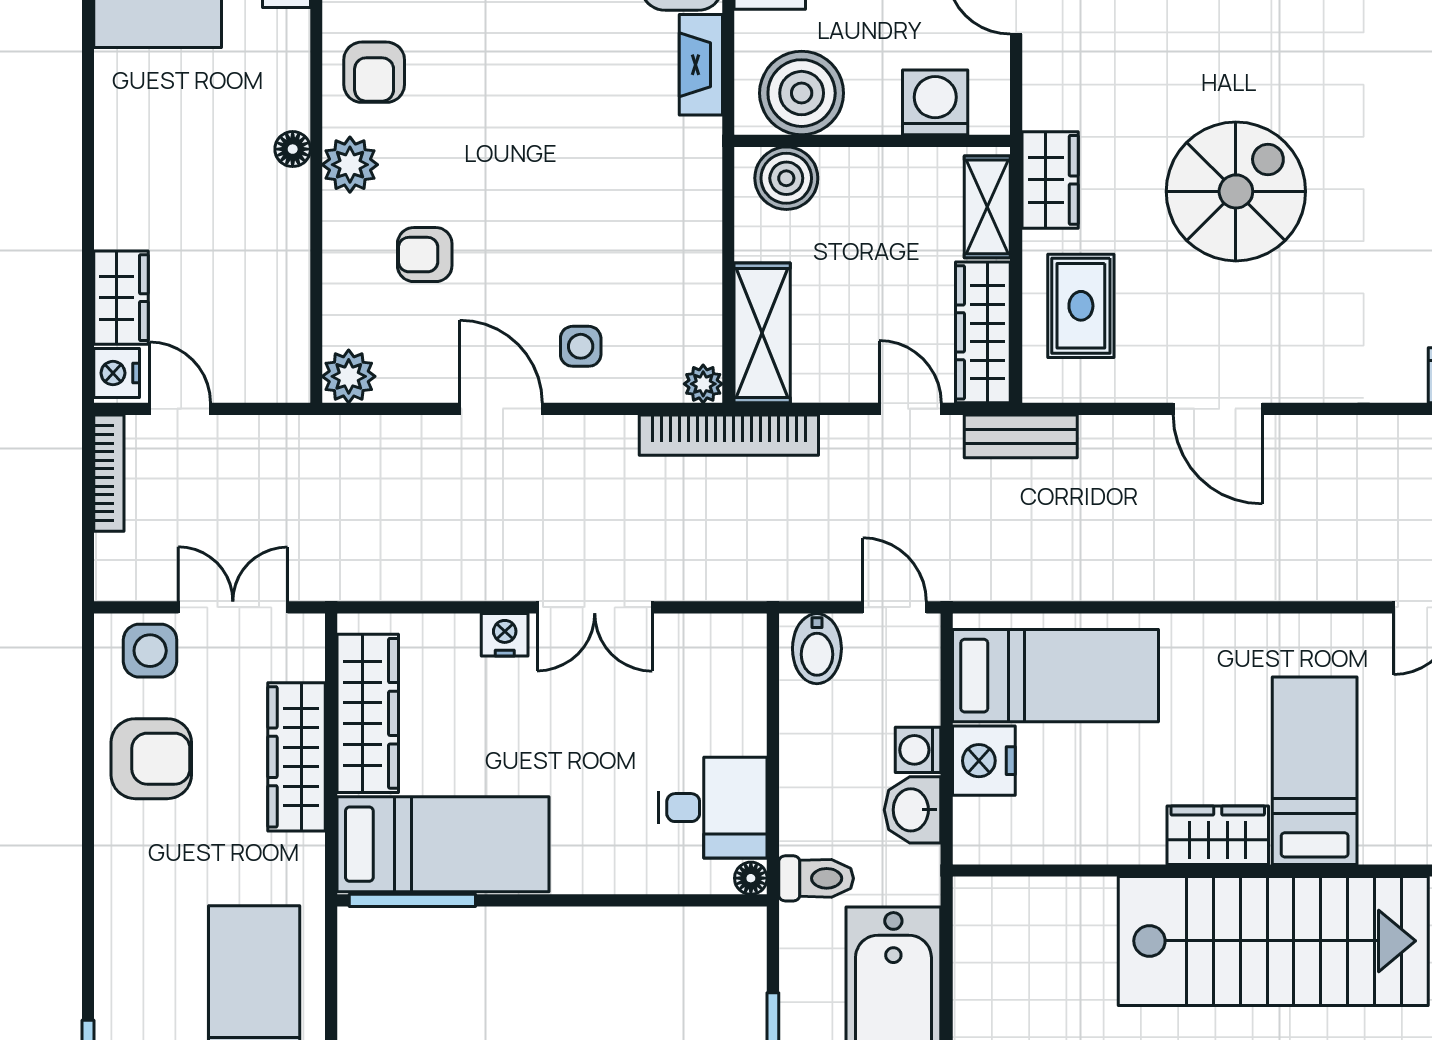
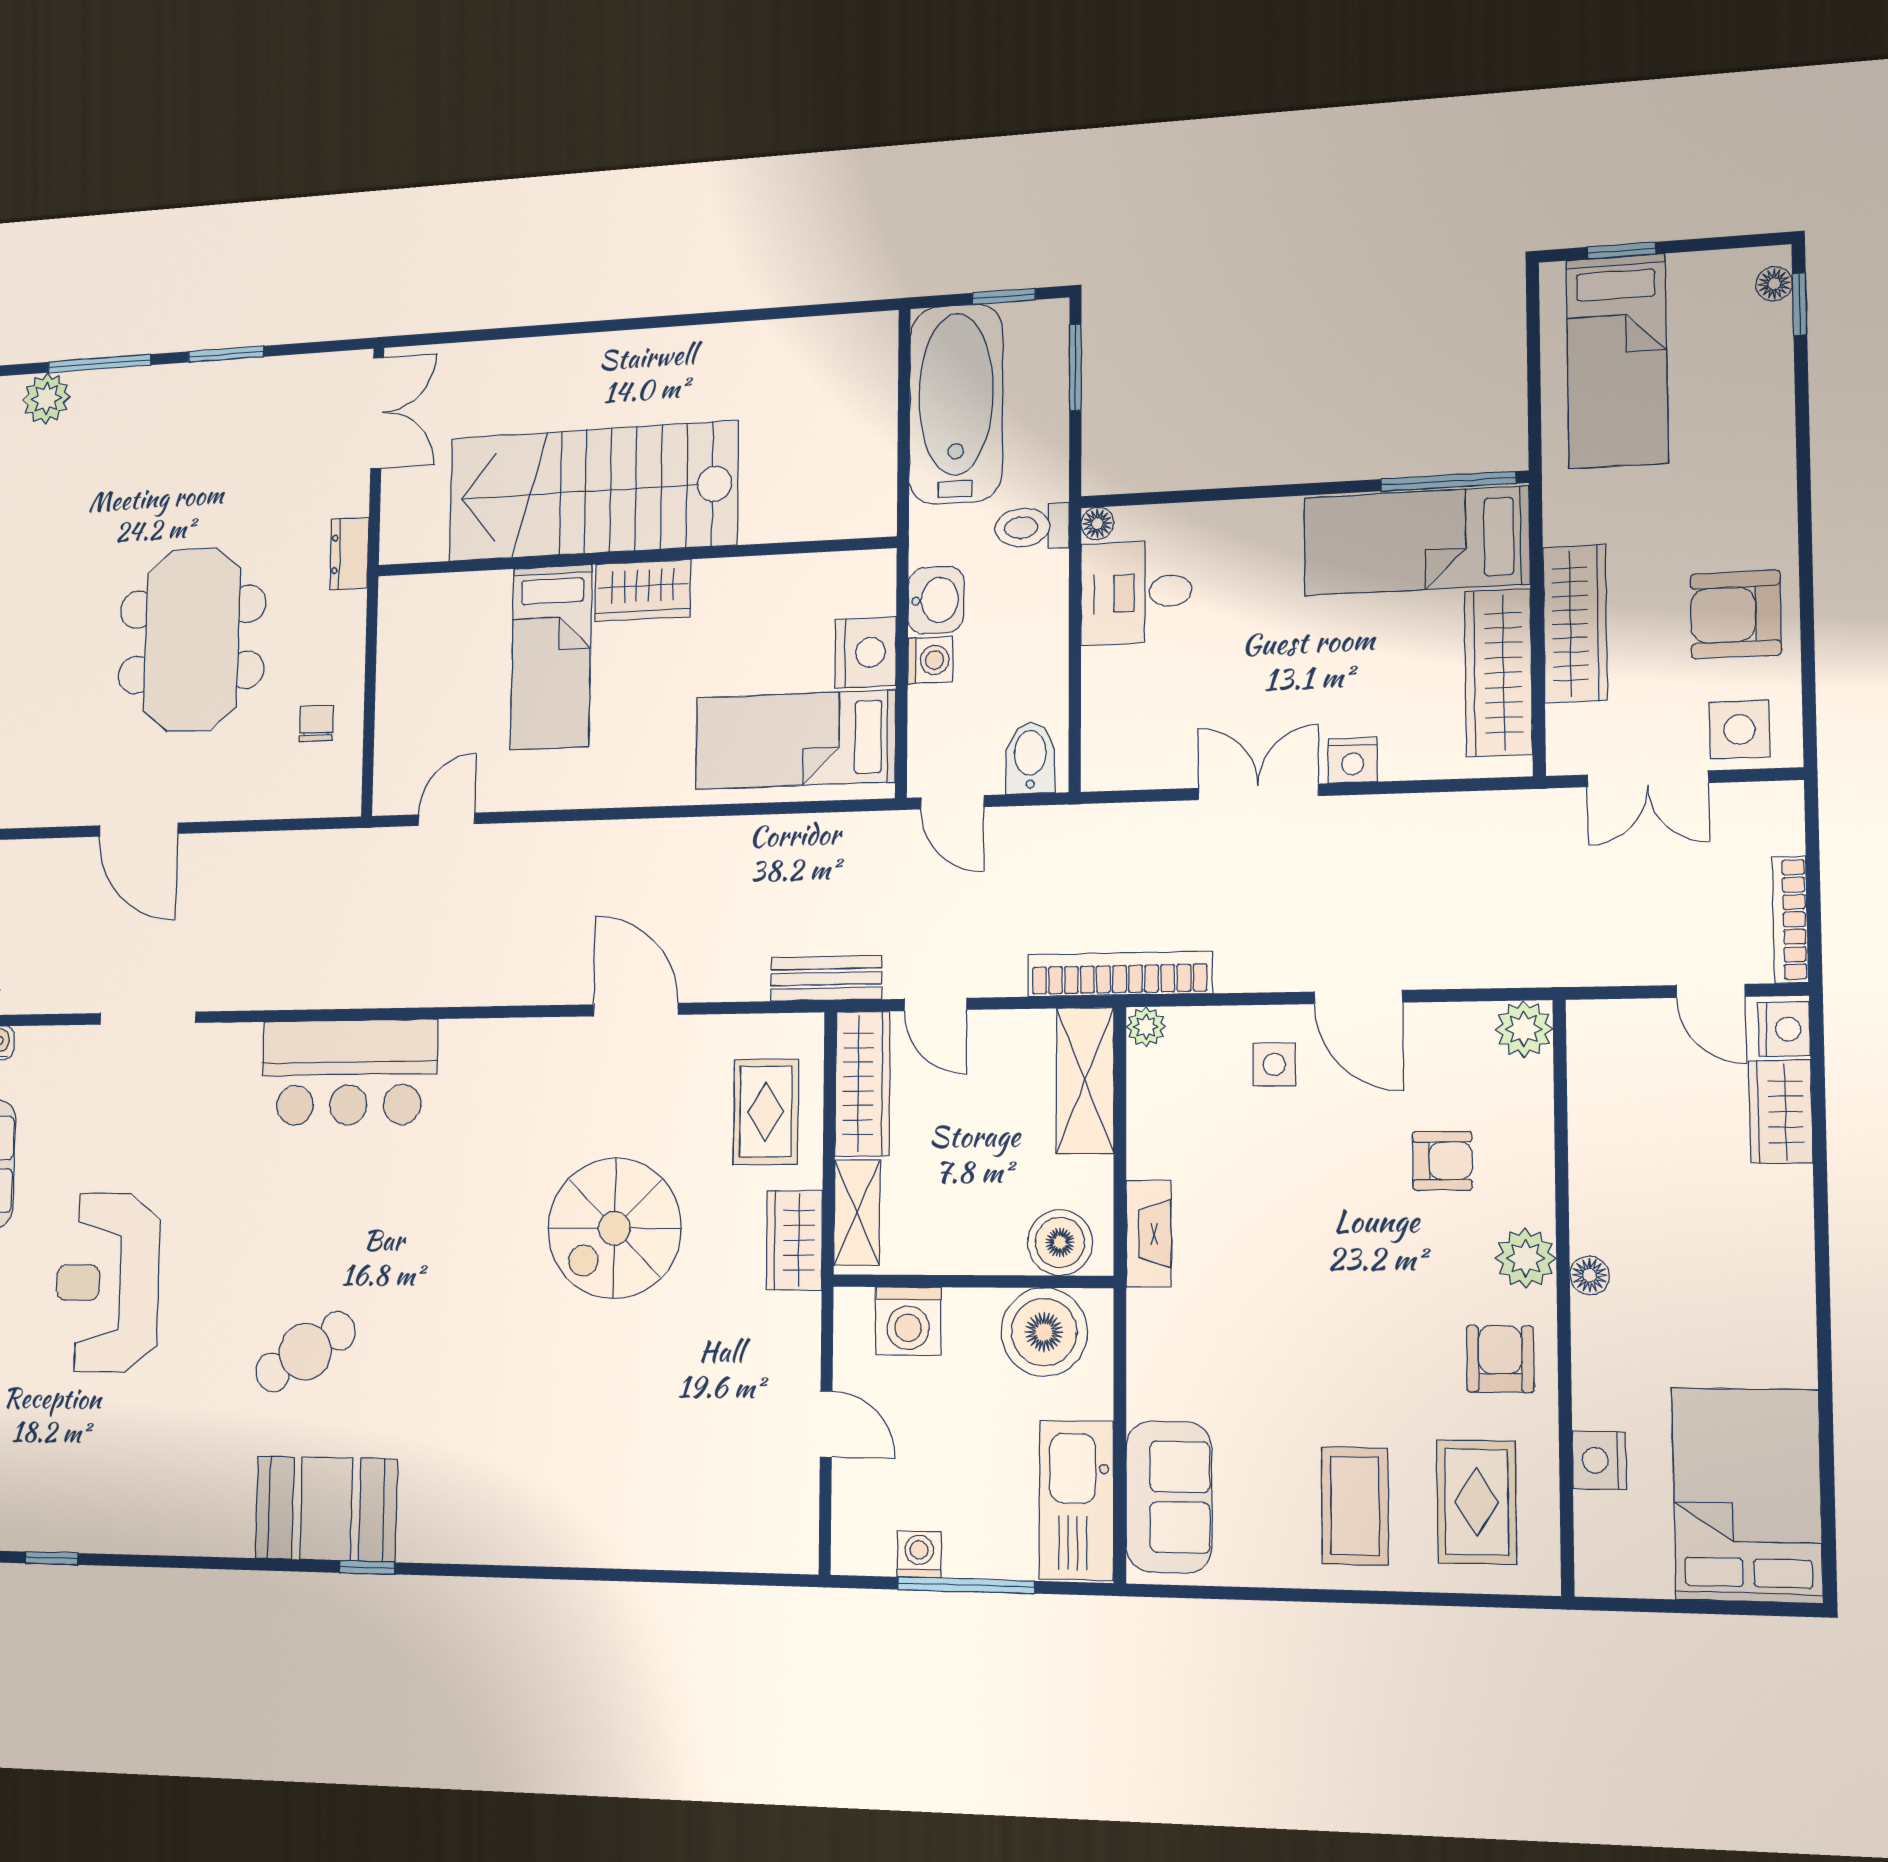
fireplace: (701, 65) -> (1148, 1234), moved

